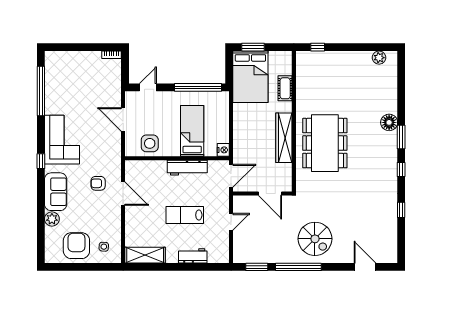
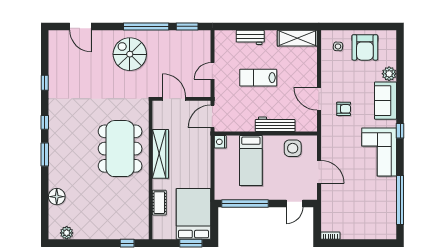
floor lamp: (389, 122) -> (57, 197), moved
workbench: (187, 168) -> (275, 124), moved
lab bench: (185, 215) -> (258, 78), turned 180

